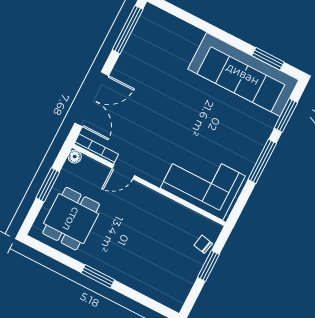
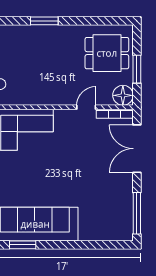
floor lamp: (75, 157) -> (123, 95), width x1.89, depth x1.89
dining table: (71, 219) -> (107, 53), turned 90
window: (98, 276) -> (44, 21), moved

